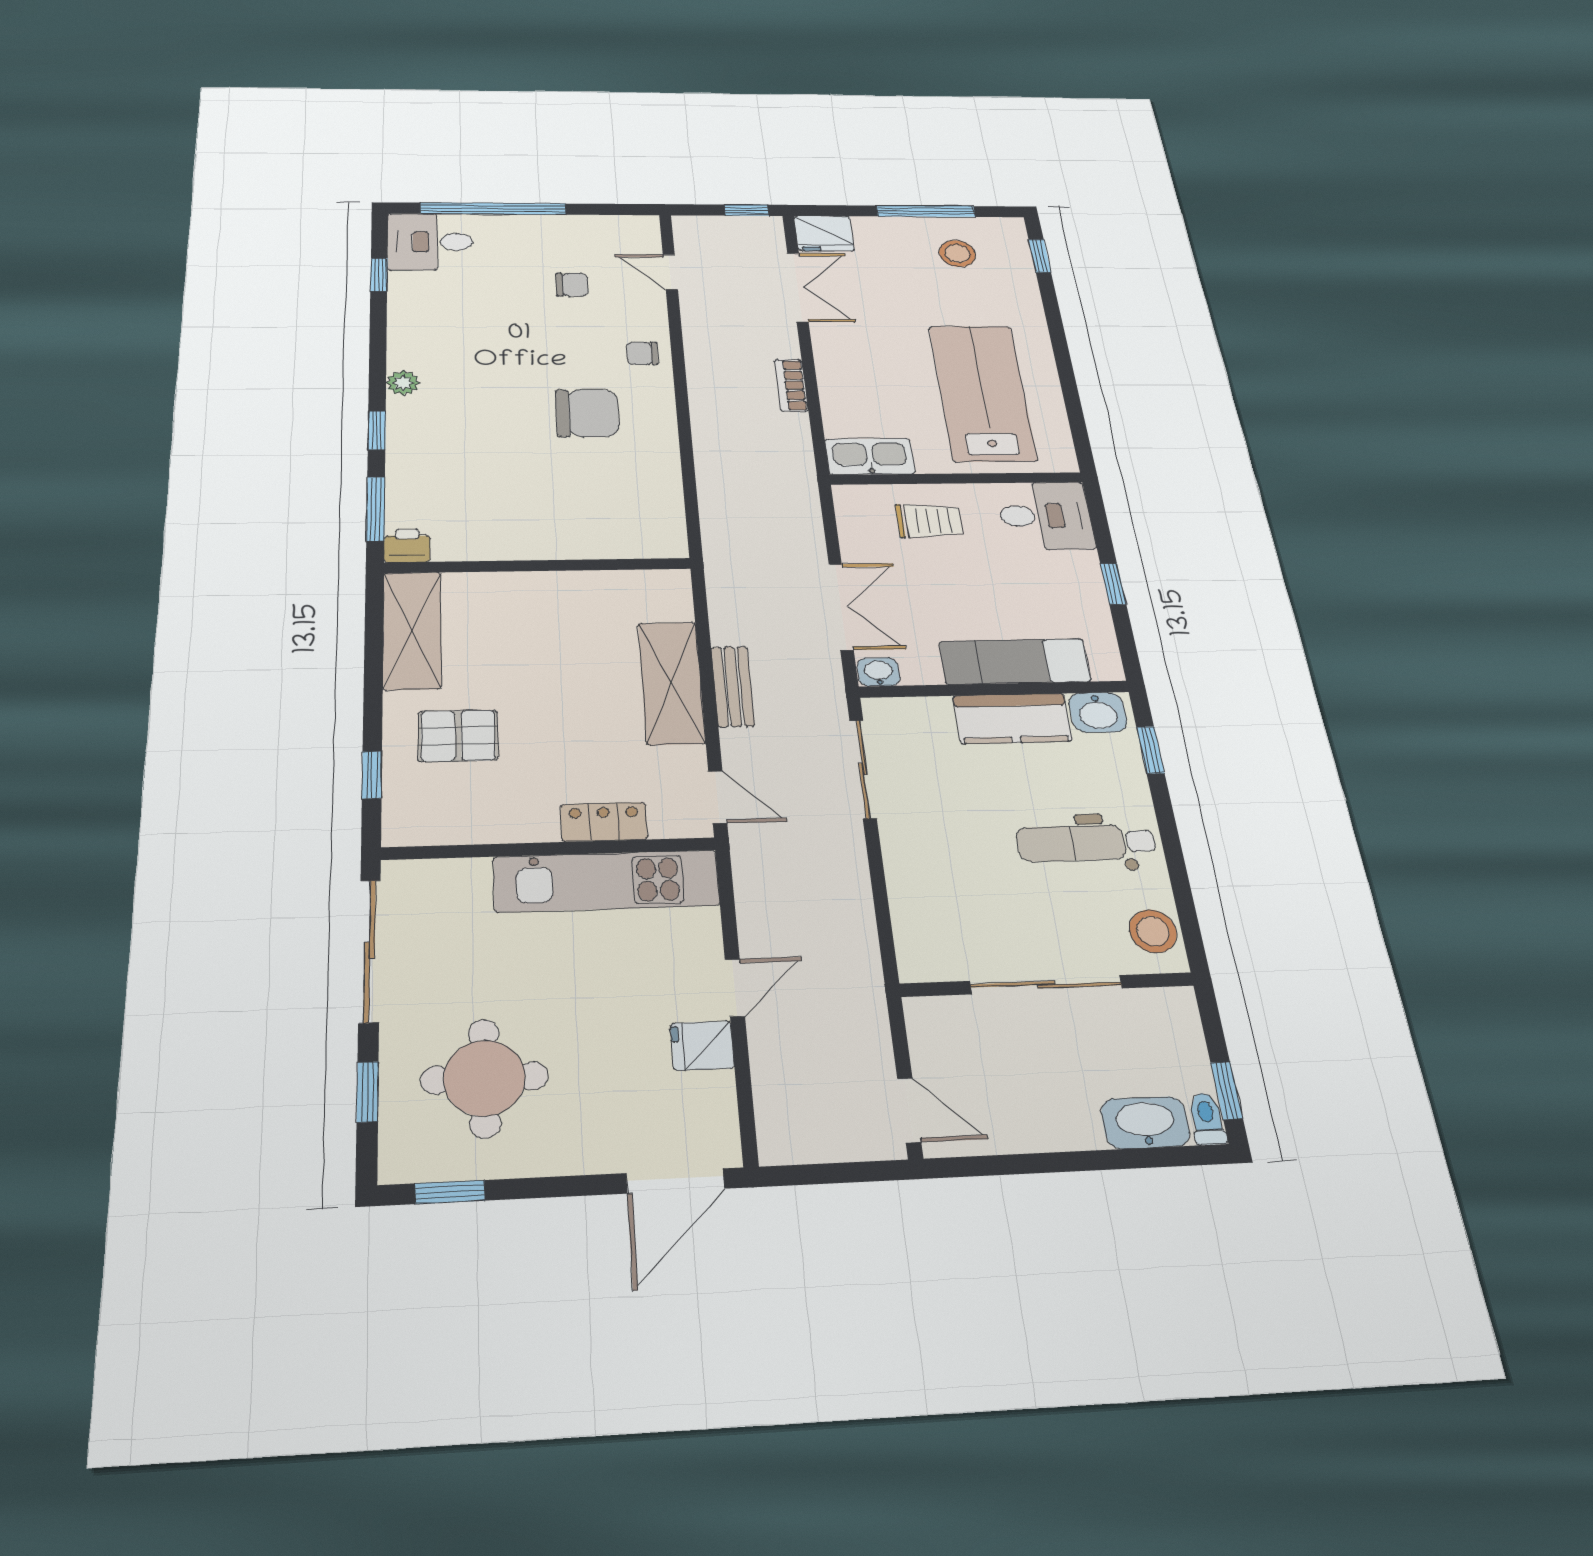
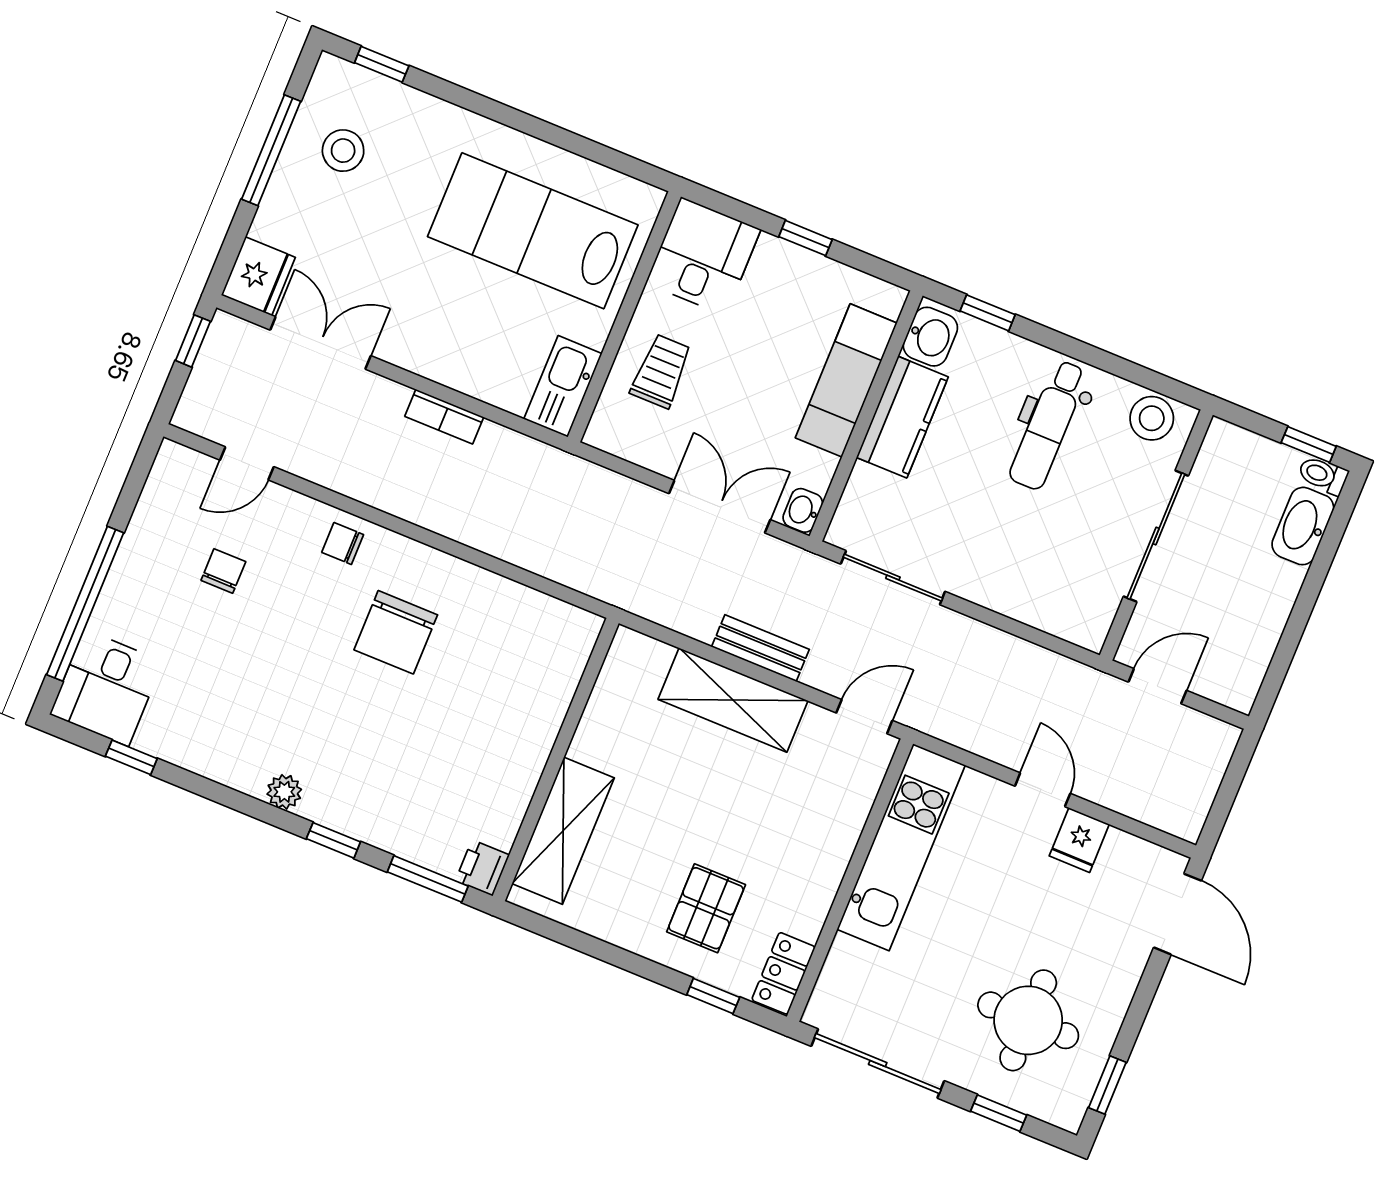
chair: (642, 353) -> (343, 543), turned 90
chair: (587, 413) -> (396, 632), turned 180
shelving: (412, 630) -> (563, 831), moved, turned 90
locker: (604, 822) -> (783, 973), moved
door: (909, 1110) -> (1157, 686), moved

